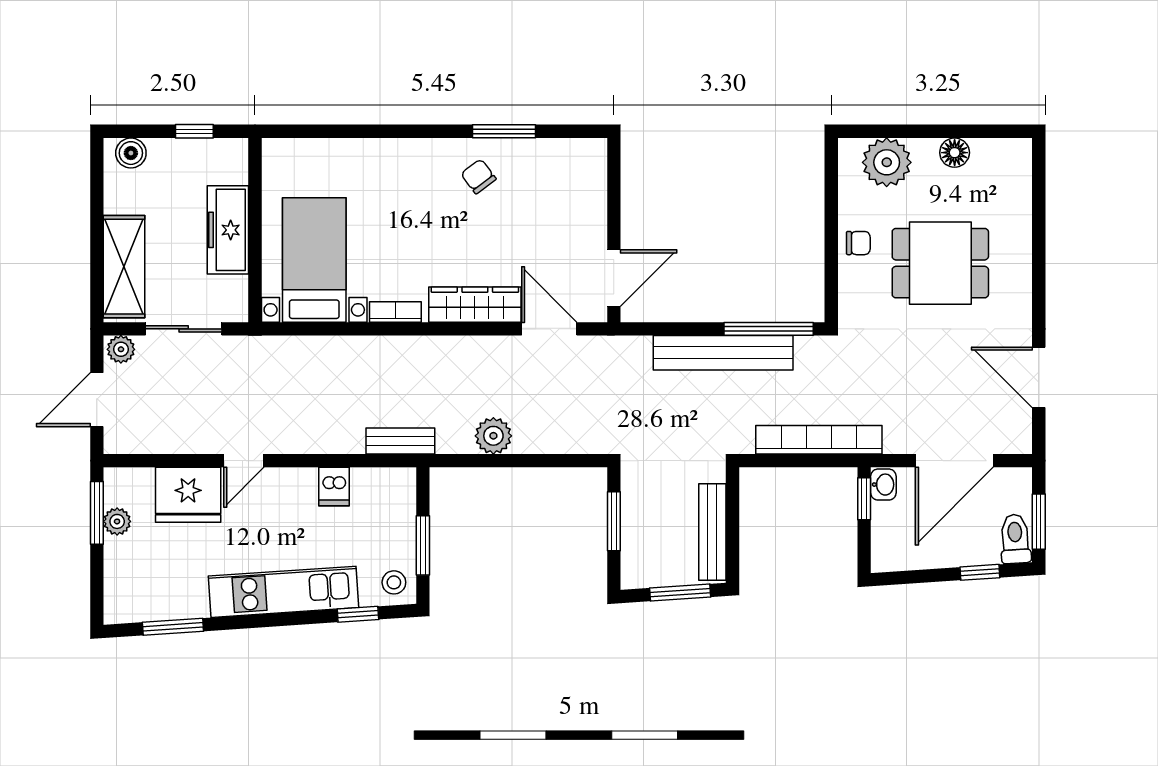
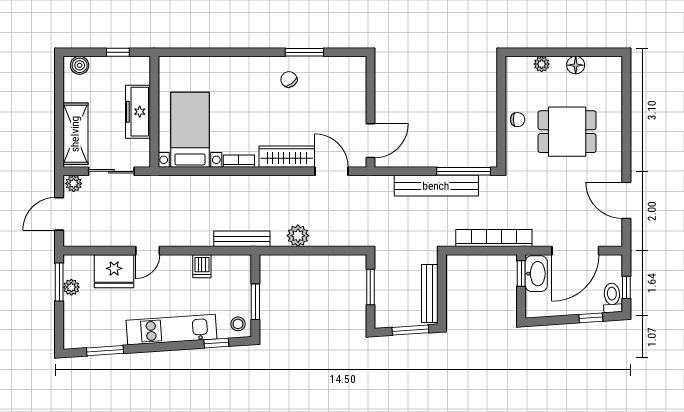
plant: (887, 162) -> (542, 64), width x0.53, depth x0.53
bench: (400, 441) -> (242, 239), width x1.36
washbasin: (883, 485) -> (536, 274), width x1.91, depth x1.45
window: (1039, 522) -> (626, 287), width x0.67

